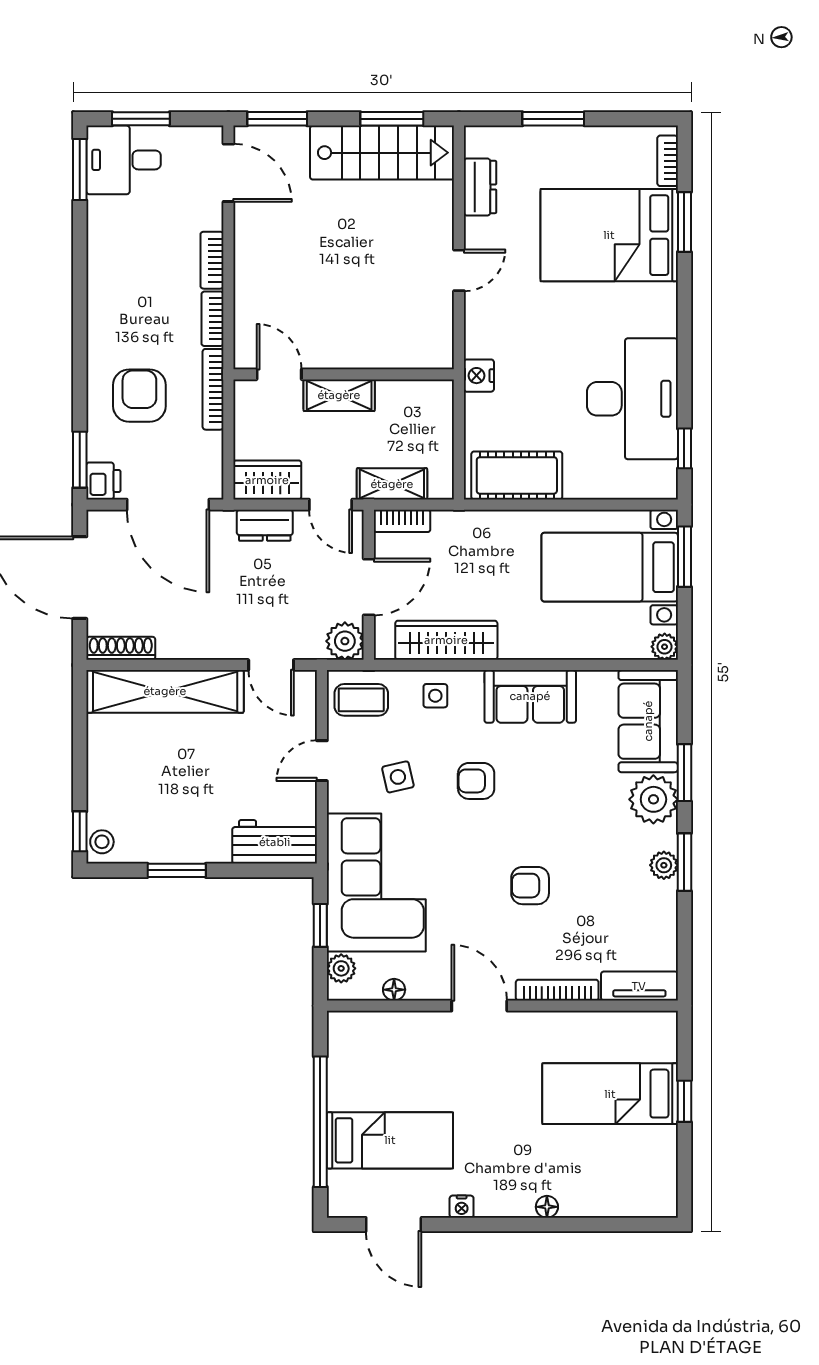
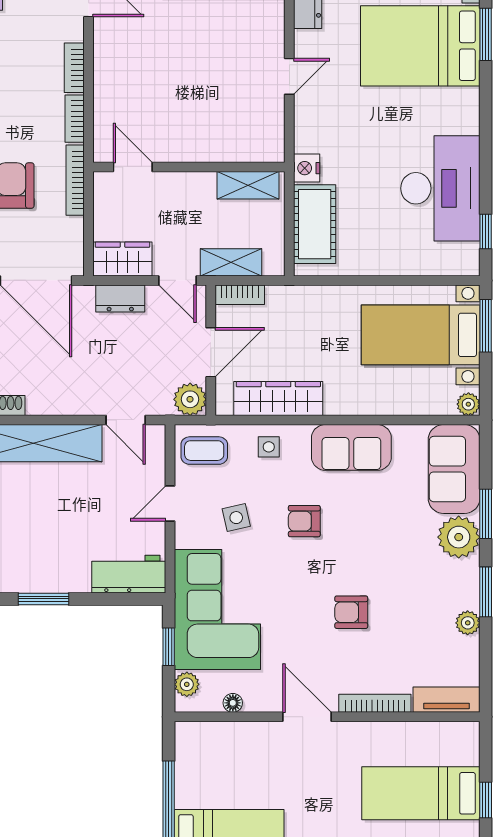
shelving: (339, 395) -> (248, 185), moved
cot: (517, 475) -> (315, 224), moved, turned 90
plant: (664, 865) -> (468, 623), moved

